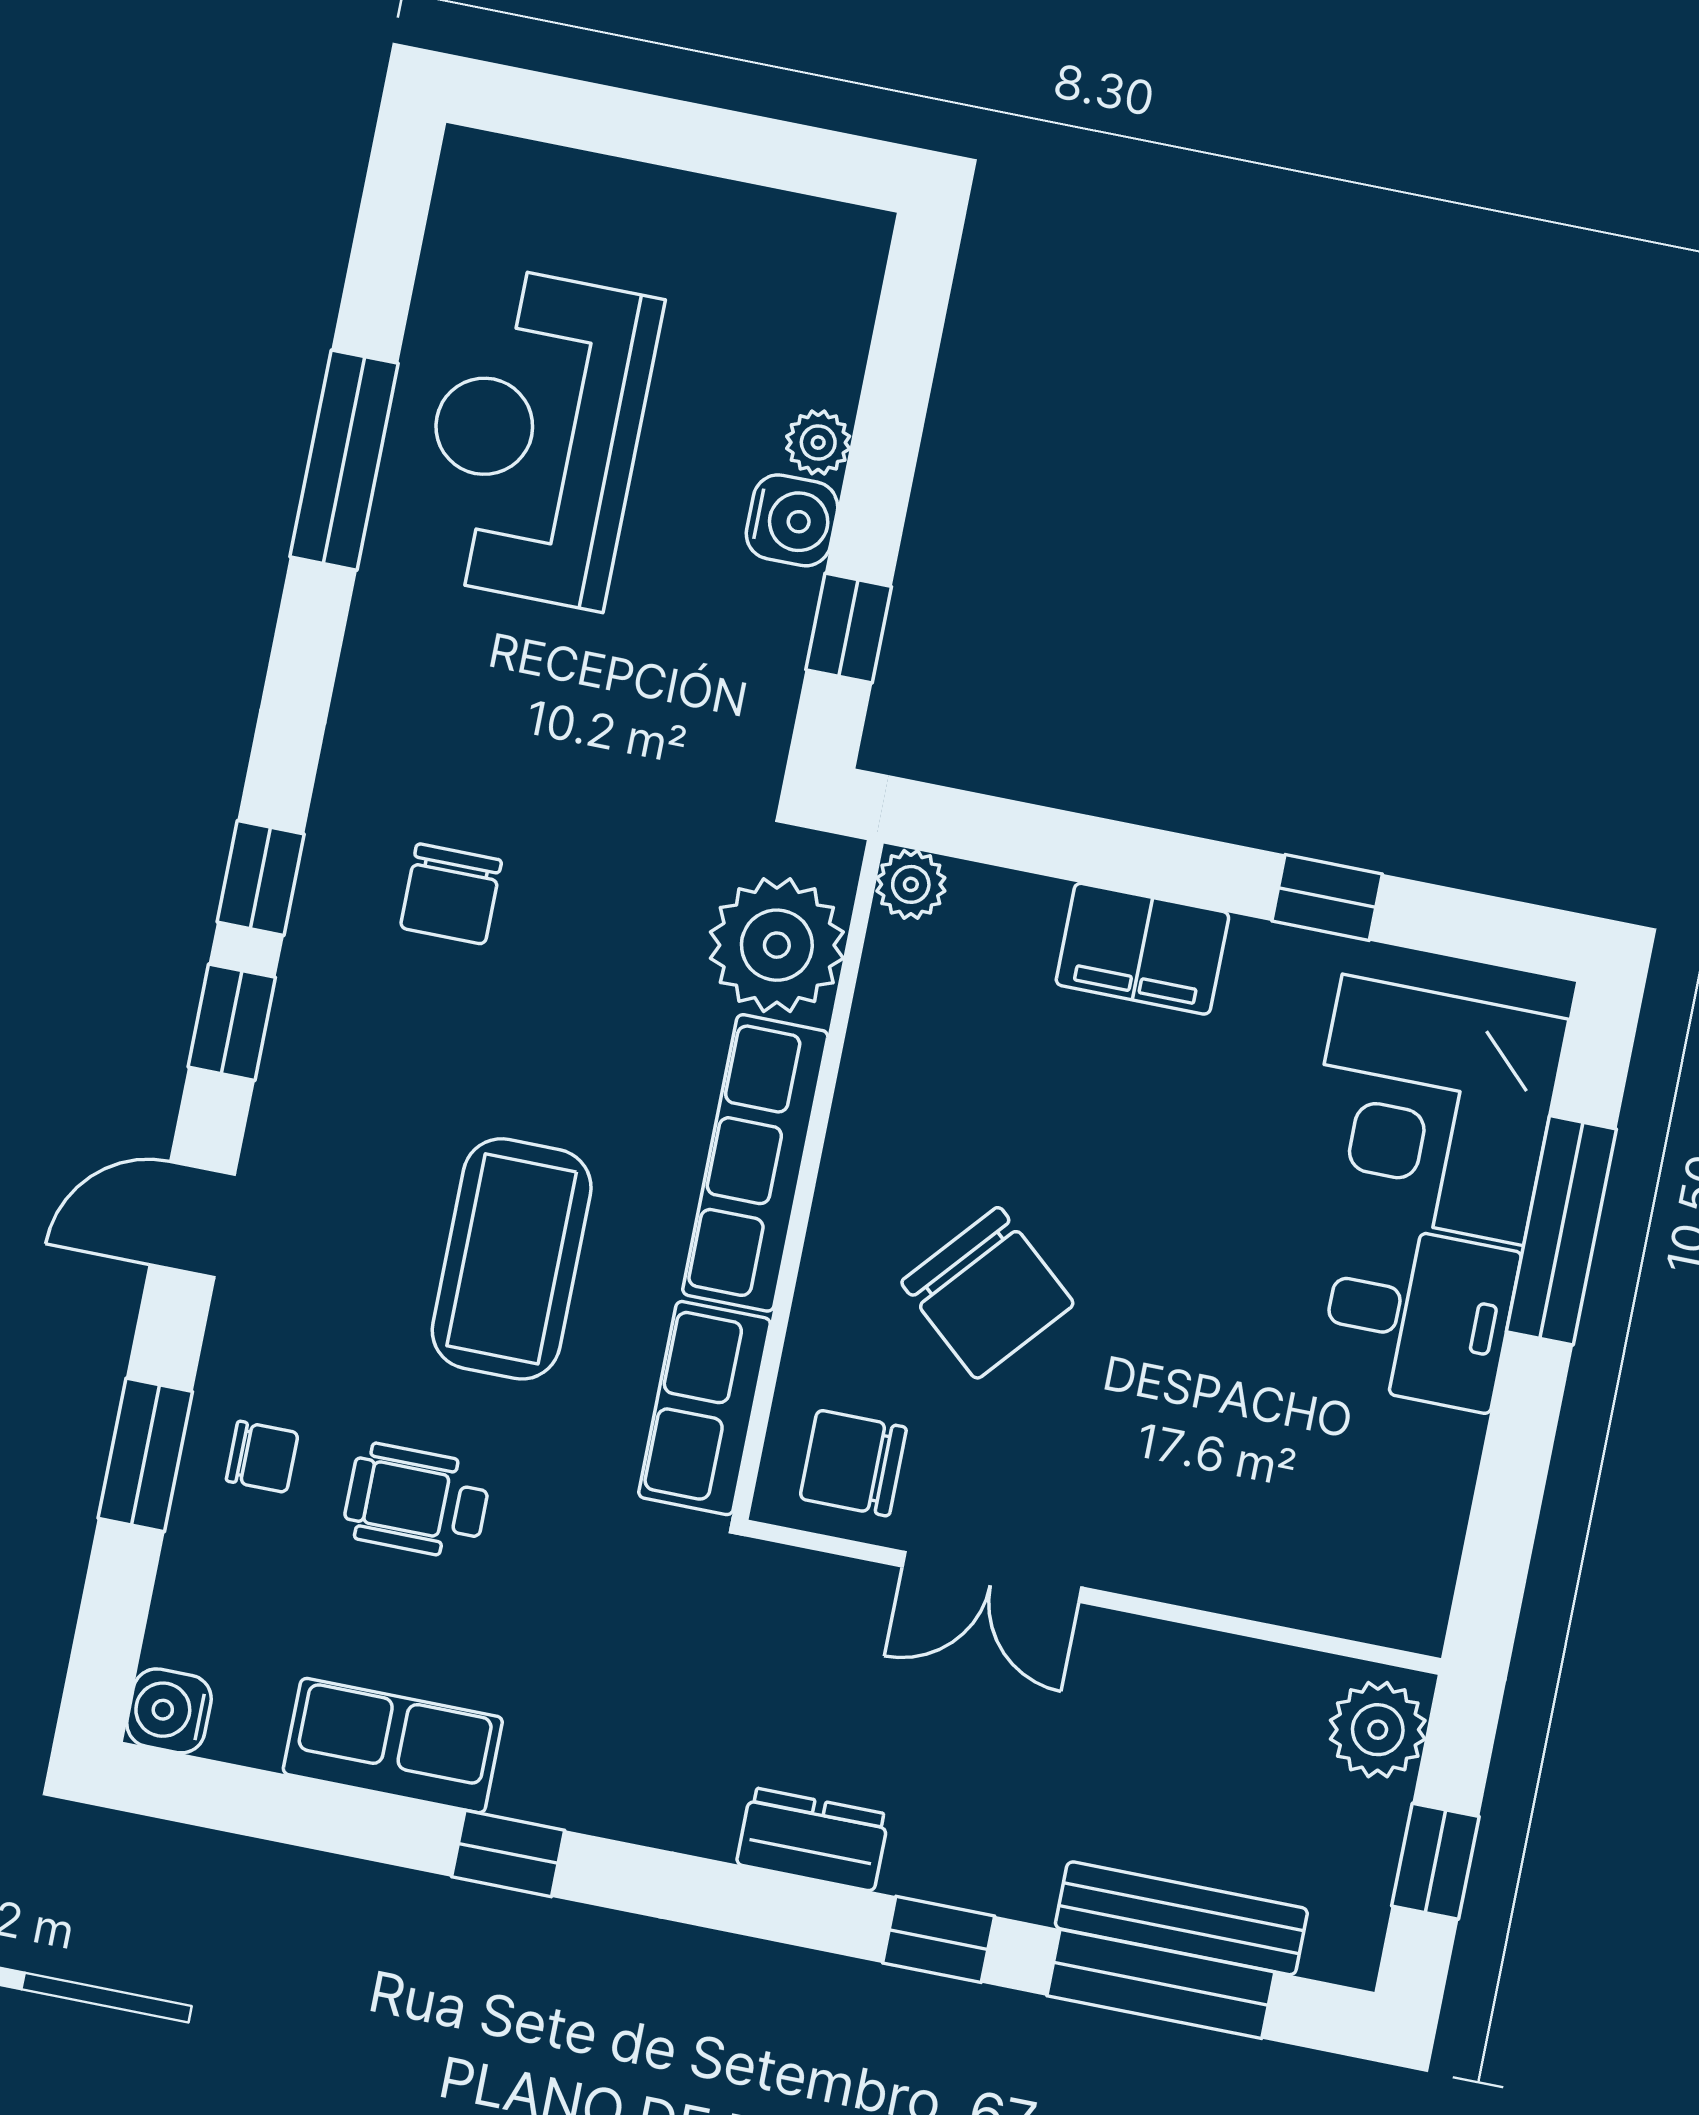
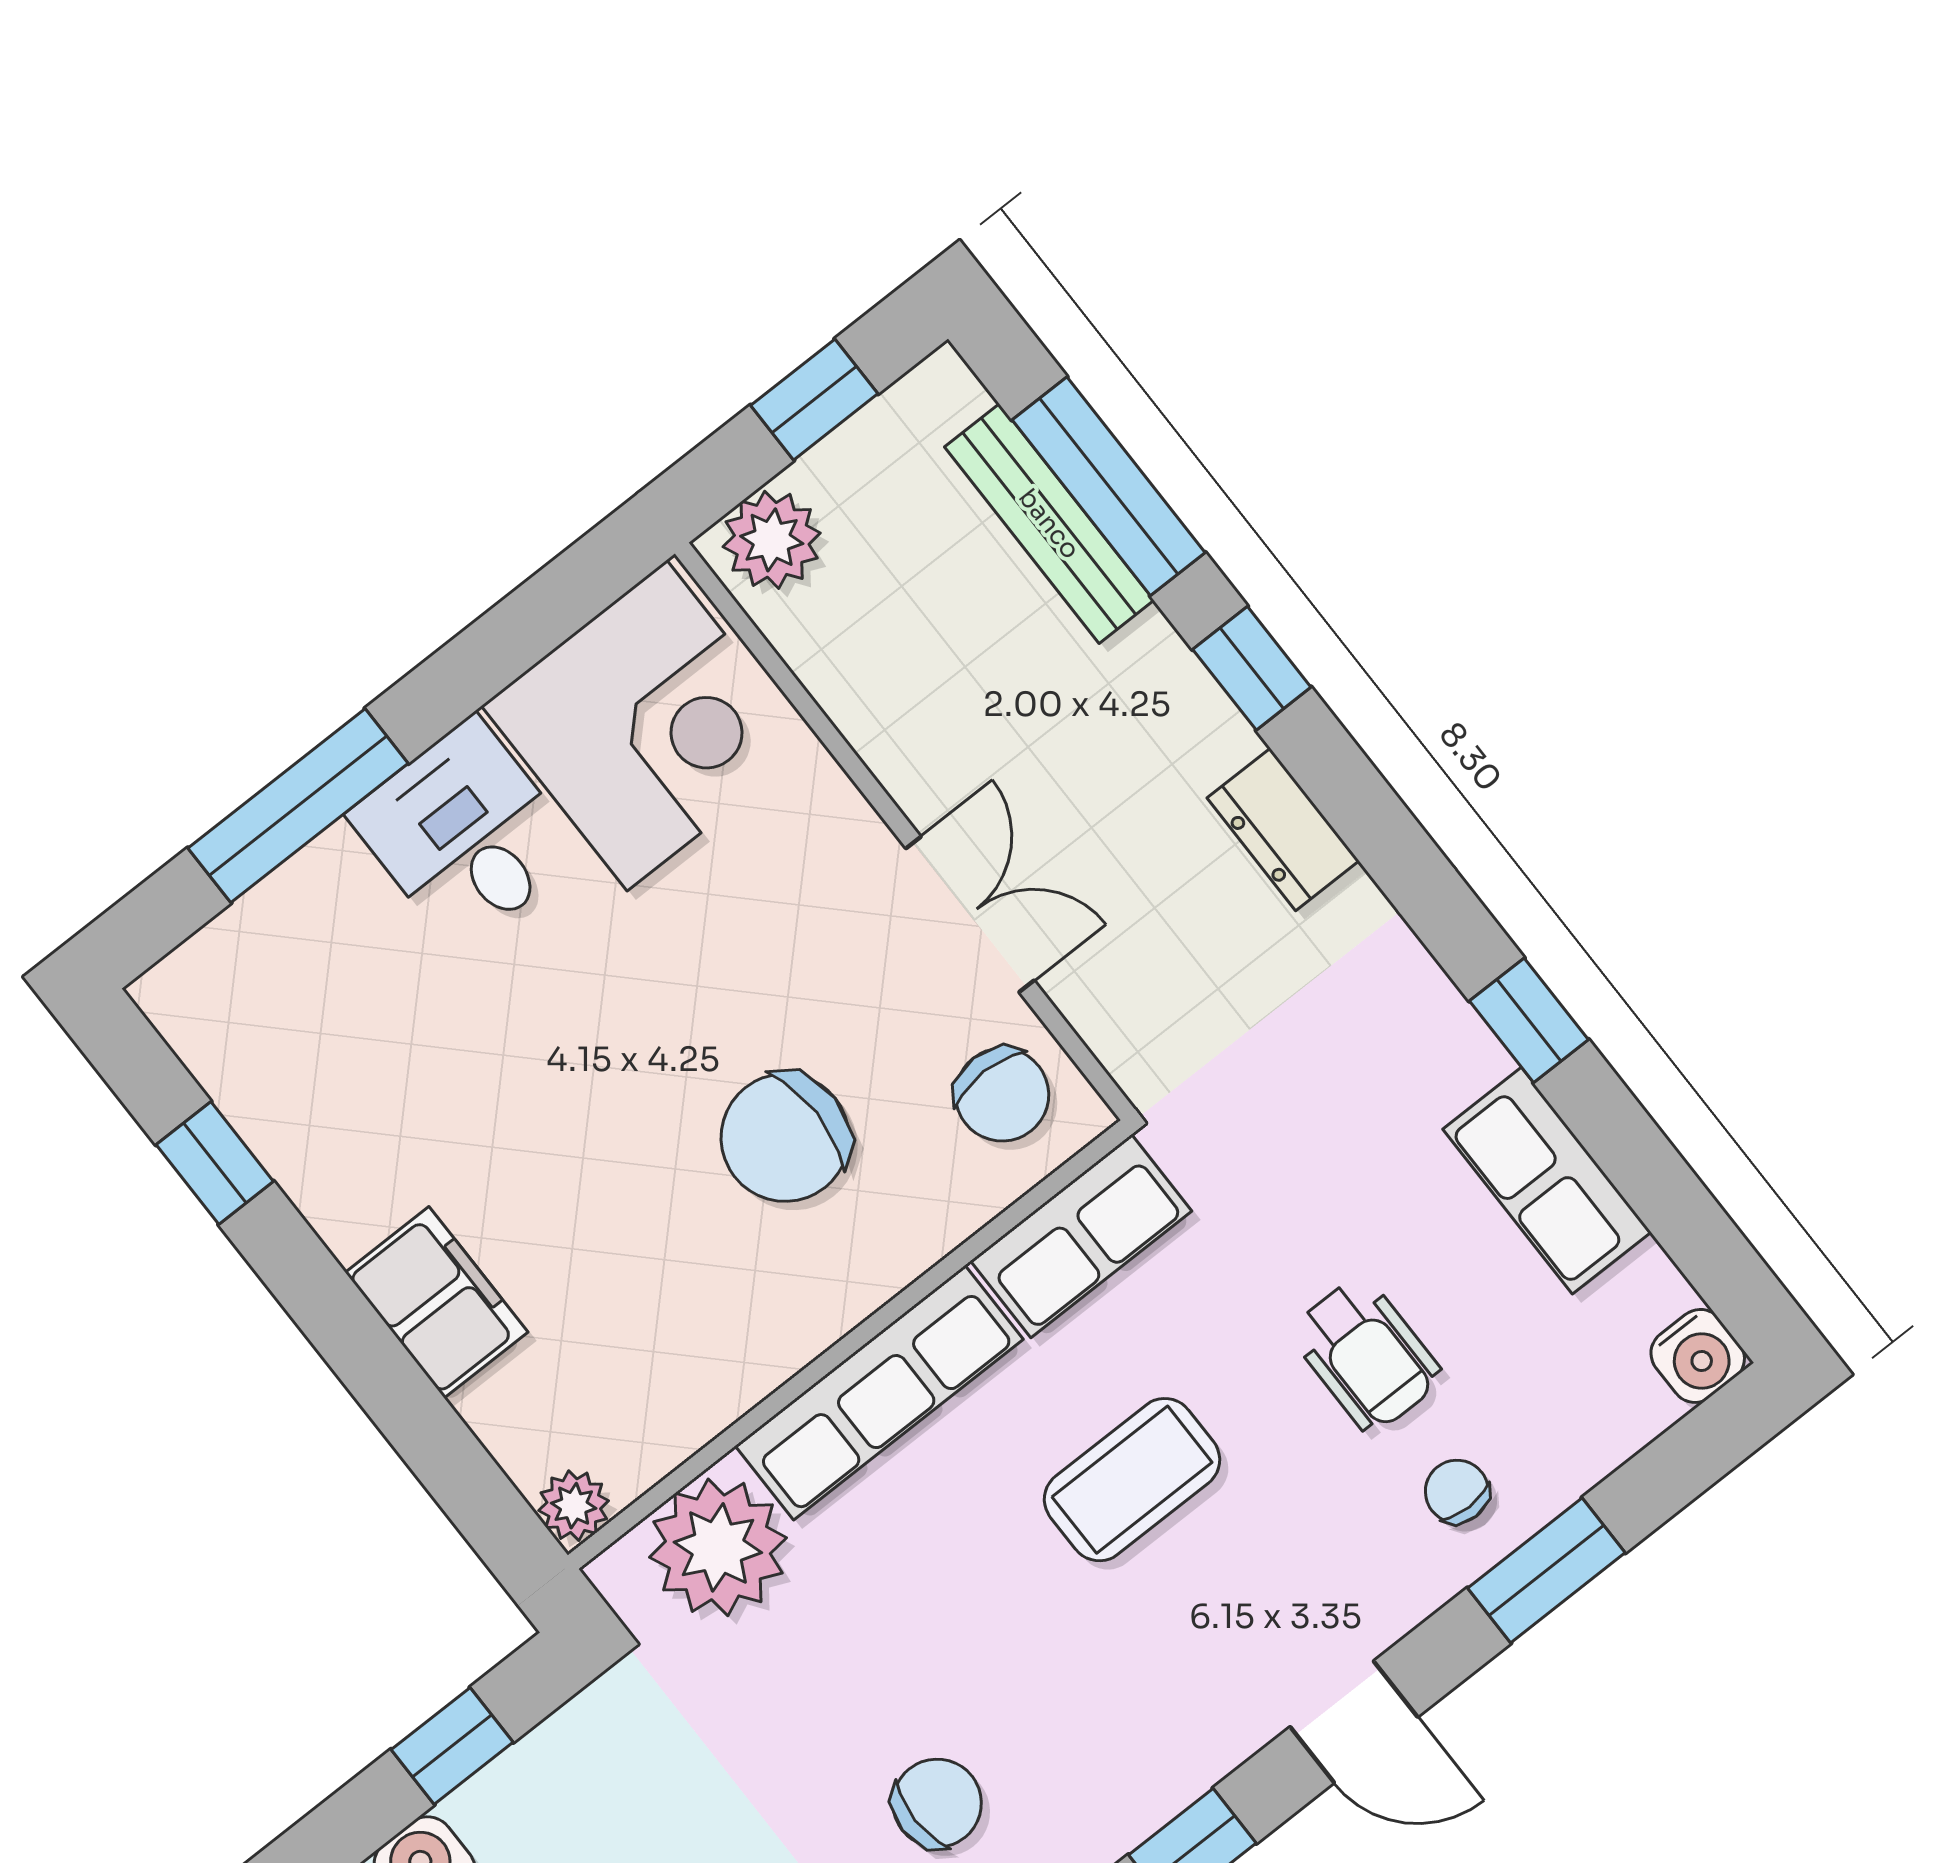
window: (1327, 898) -> (215, 1163), moved
corner desk: (1433, 1110) -> (647, 726), moved
coffee table: (512, 1259) -> (1132, 1480), width x0.73, depth x0.76
chair: (988, 1293) -> (785, 1138), turned -131

